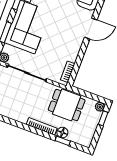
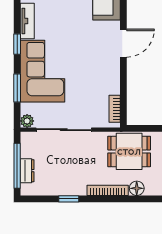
window: (63, 141) -> (69, 199), moved

